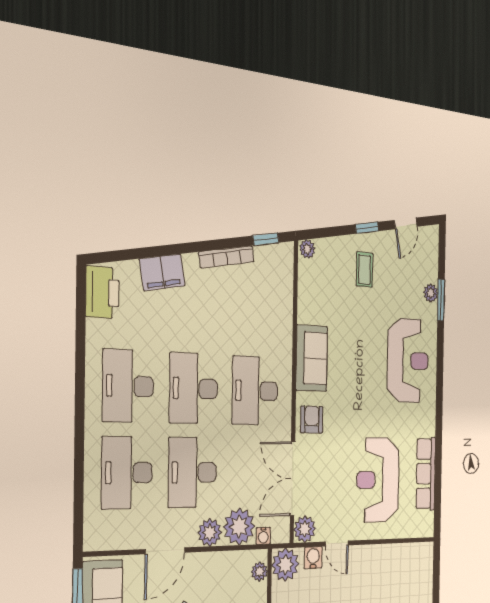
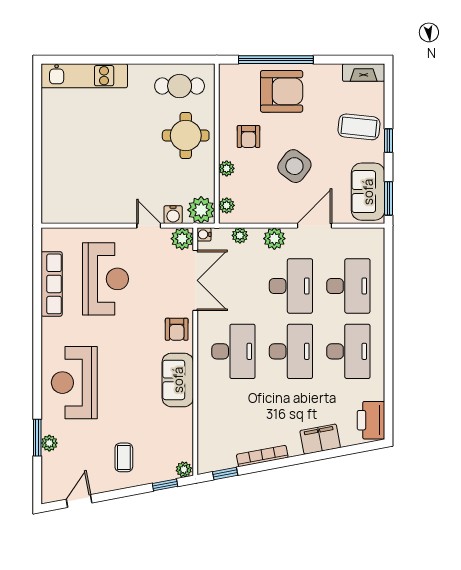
window: (367, 228) -> (165, 485), moved
plant: (239, 527) -> (240, 235), width x0.53, depth x0.53
water cooler: (263, 536) -> (204, 234), moved, turned -90

